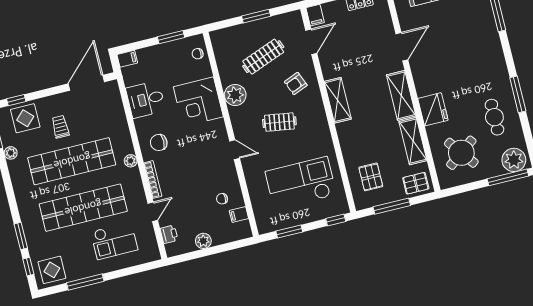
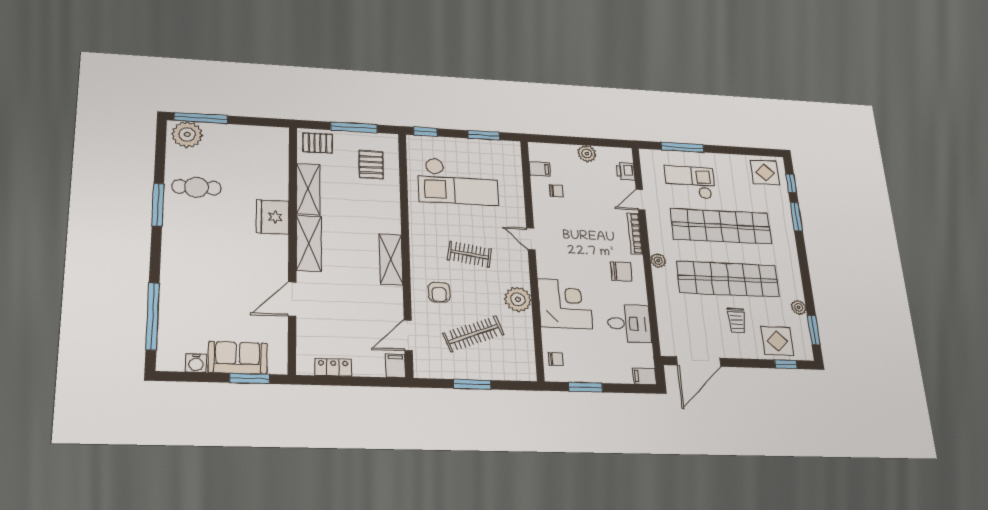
armchair: (296, 84) -> (439, 292), turned 112
cafe table: (494, 117) -> (197, 187), turned 90
round table: (461, 153) -> (251, 160), removed
window: (85, 282) -> (682, 147), moved

